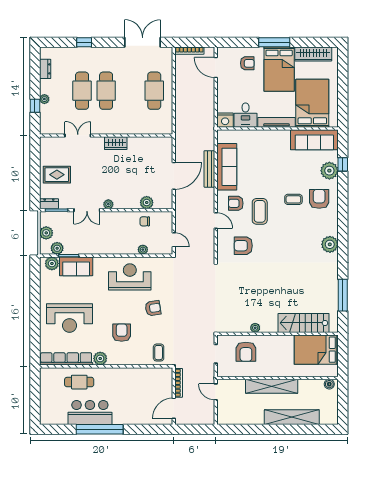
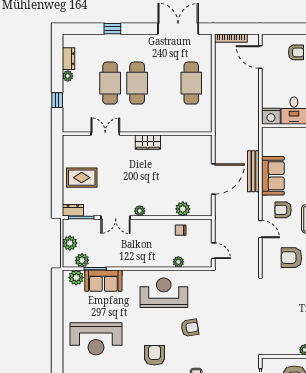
plant: (44, 99) -> (68, 76), moved
sofa: (227, 167) -> (273, 176), width x0.73

